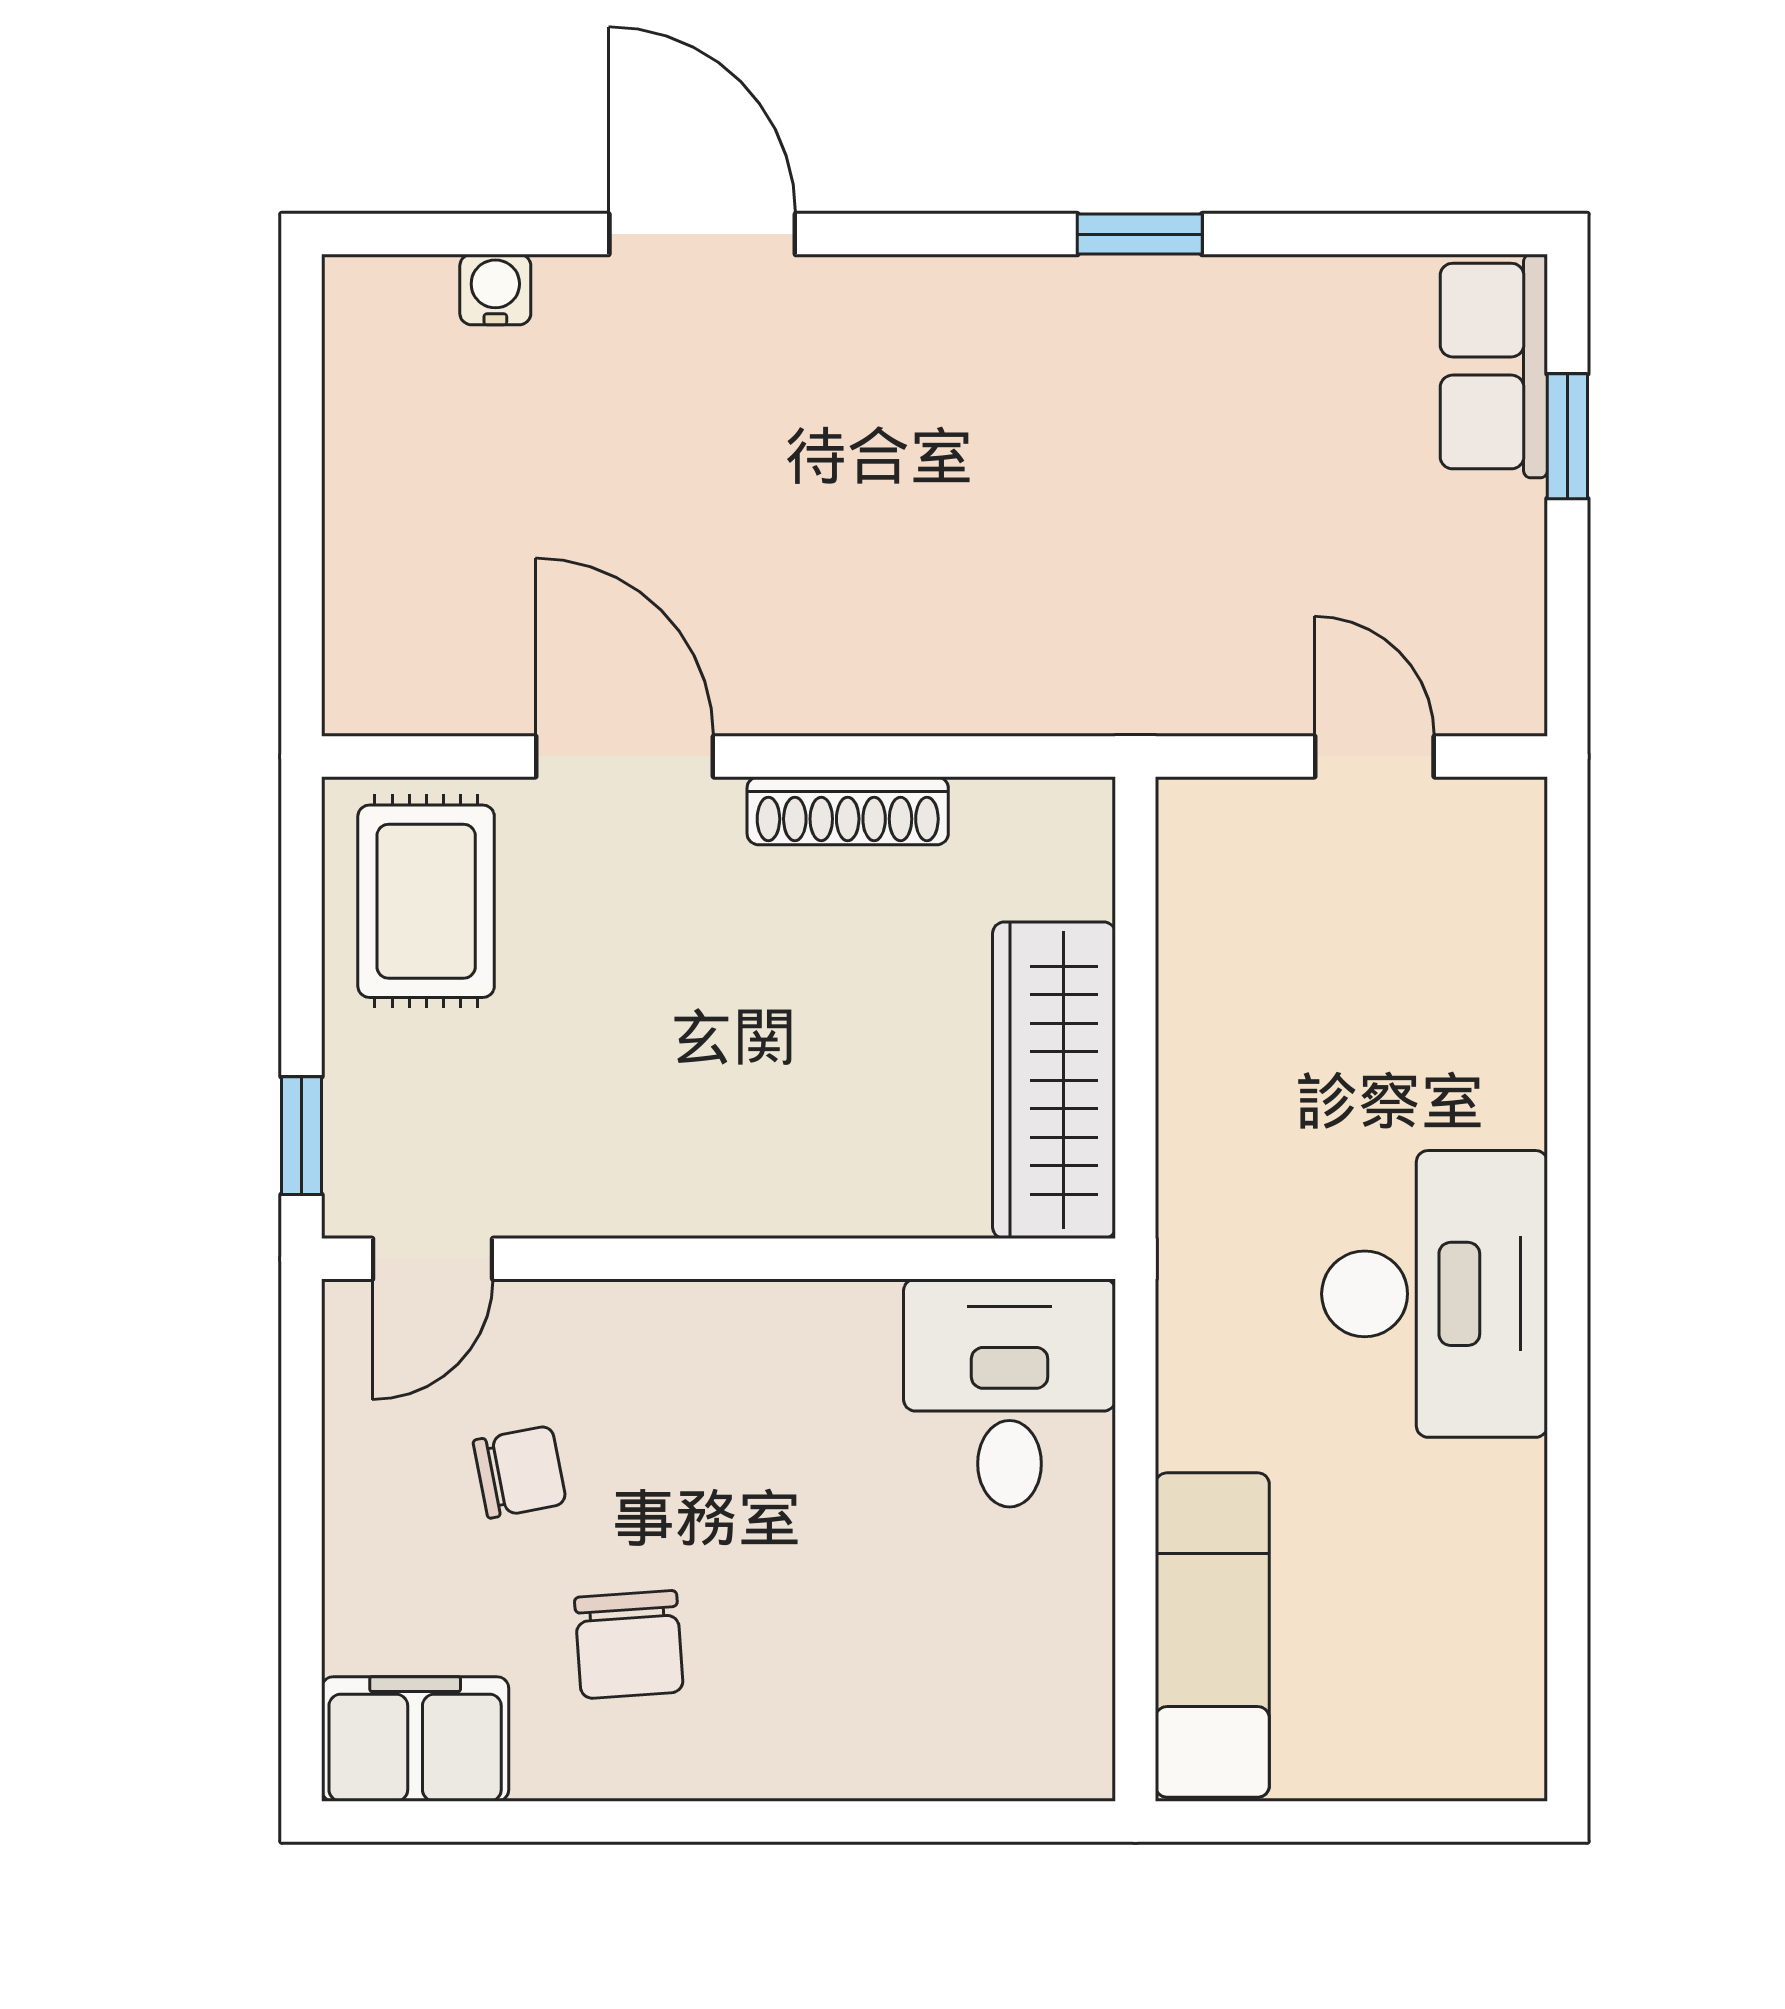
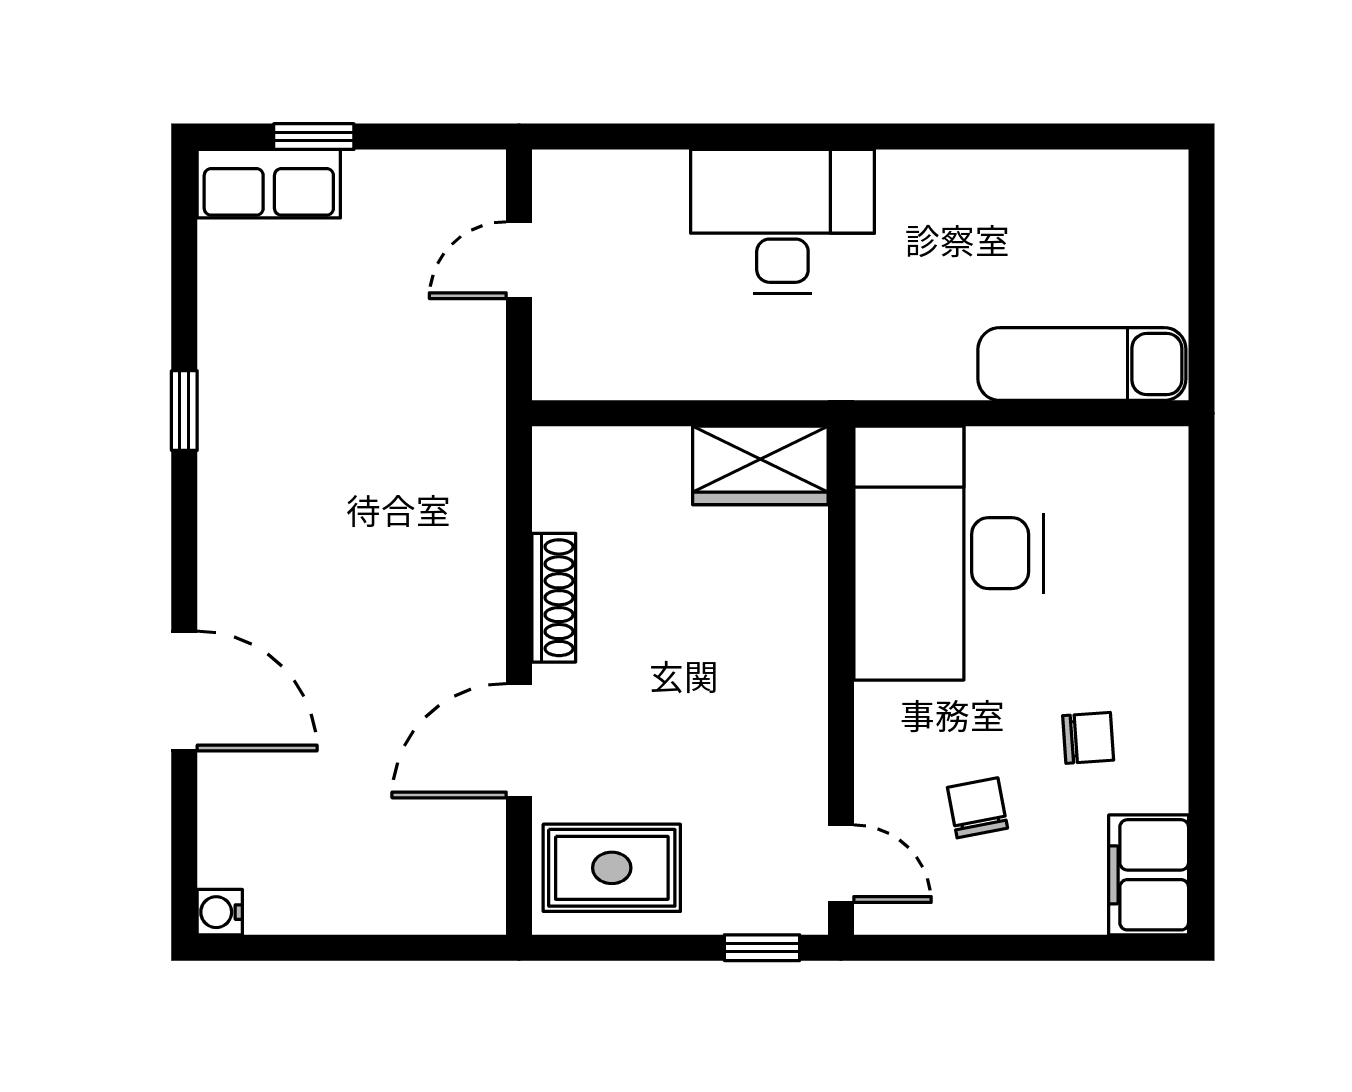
door: (702, 234) -> (184, 691), swing flipped
water cooler: (495, 290) -> (220, 912), moved
wardrobe: (1054, 1080) -> (760, 465), width x0.67
desk: (1435, 1294) -> (782, 222), moved
desk: (1010, 1393) -> (949, 553), width x1.87, depth x1.30
chair: (629, 1645) -> (1088, 738), width x0.73, depth x0.73

